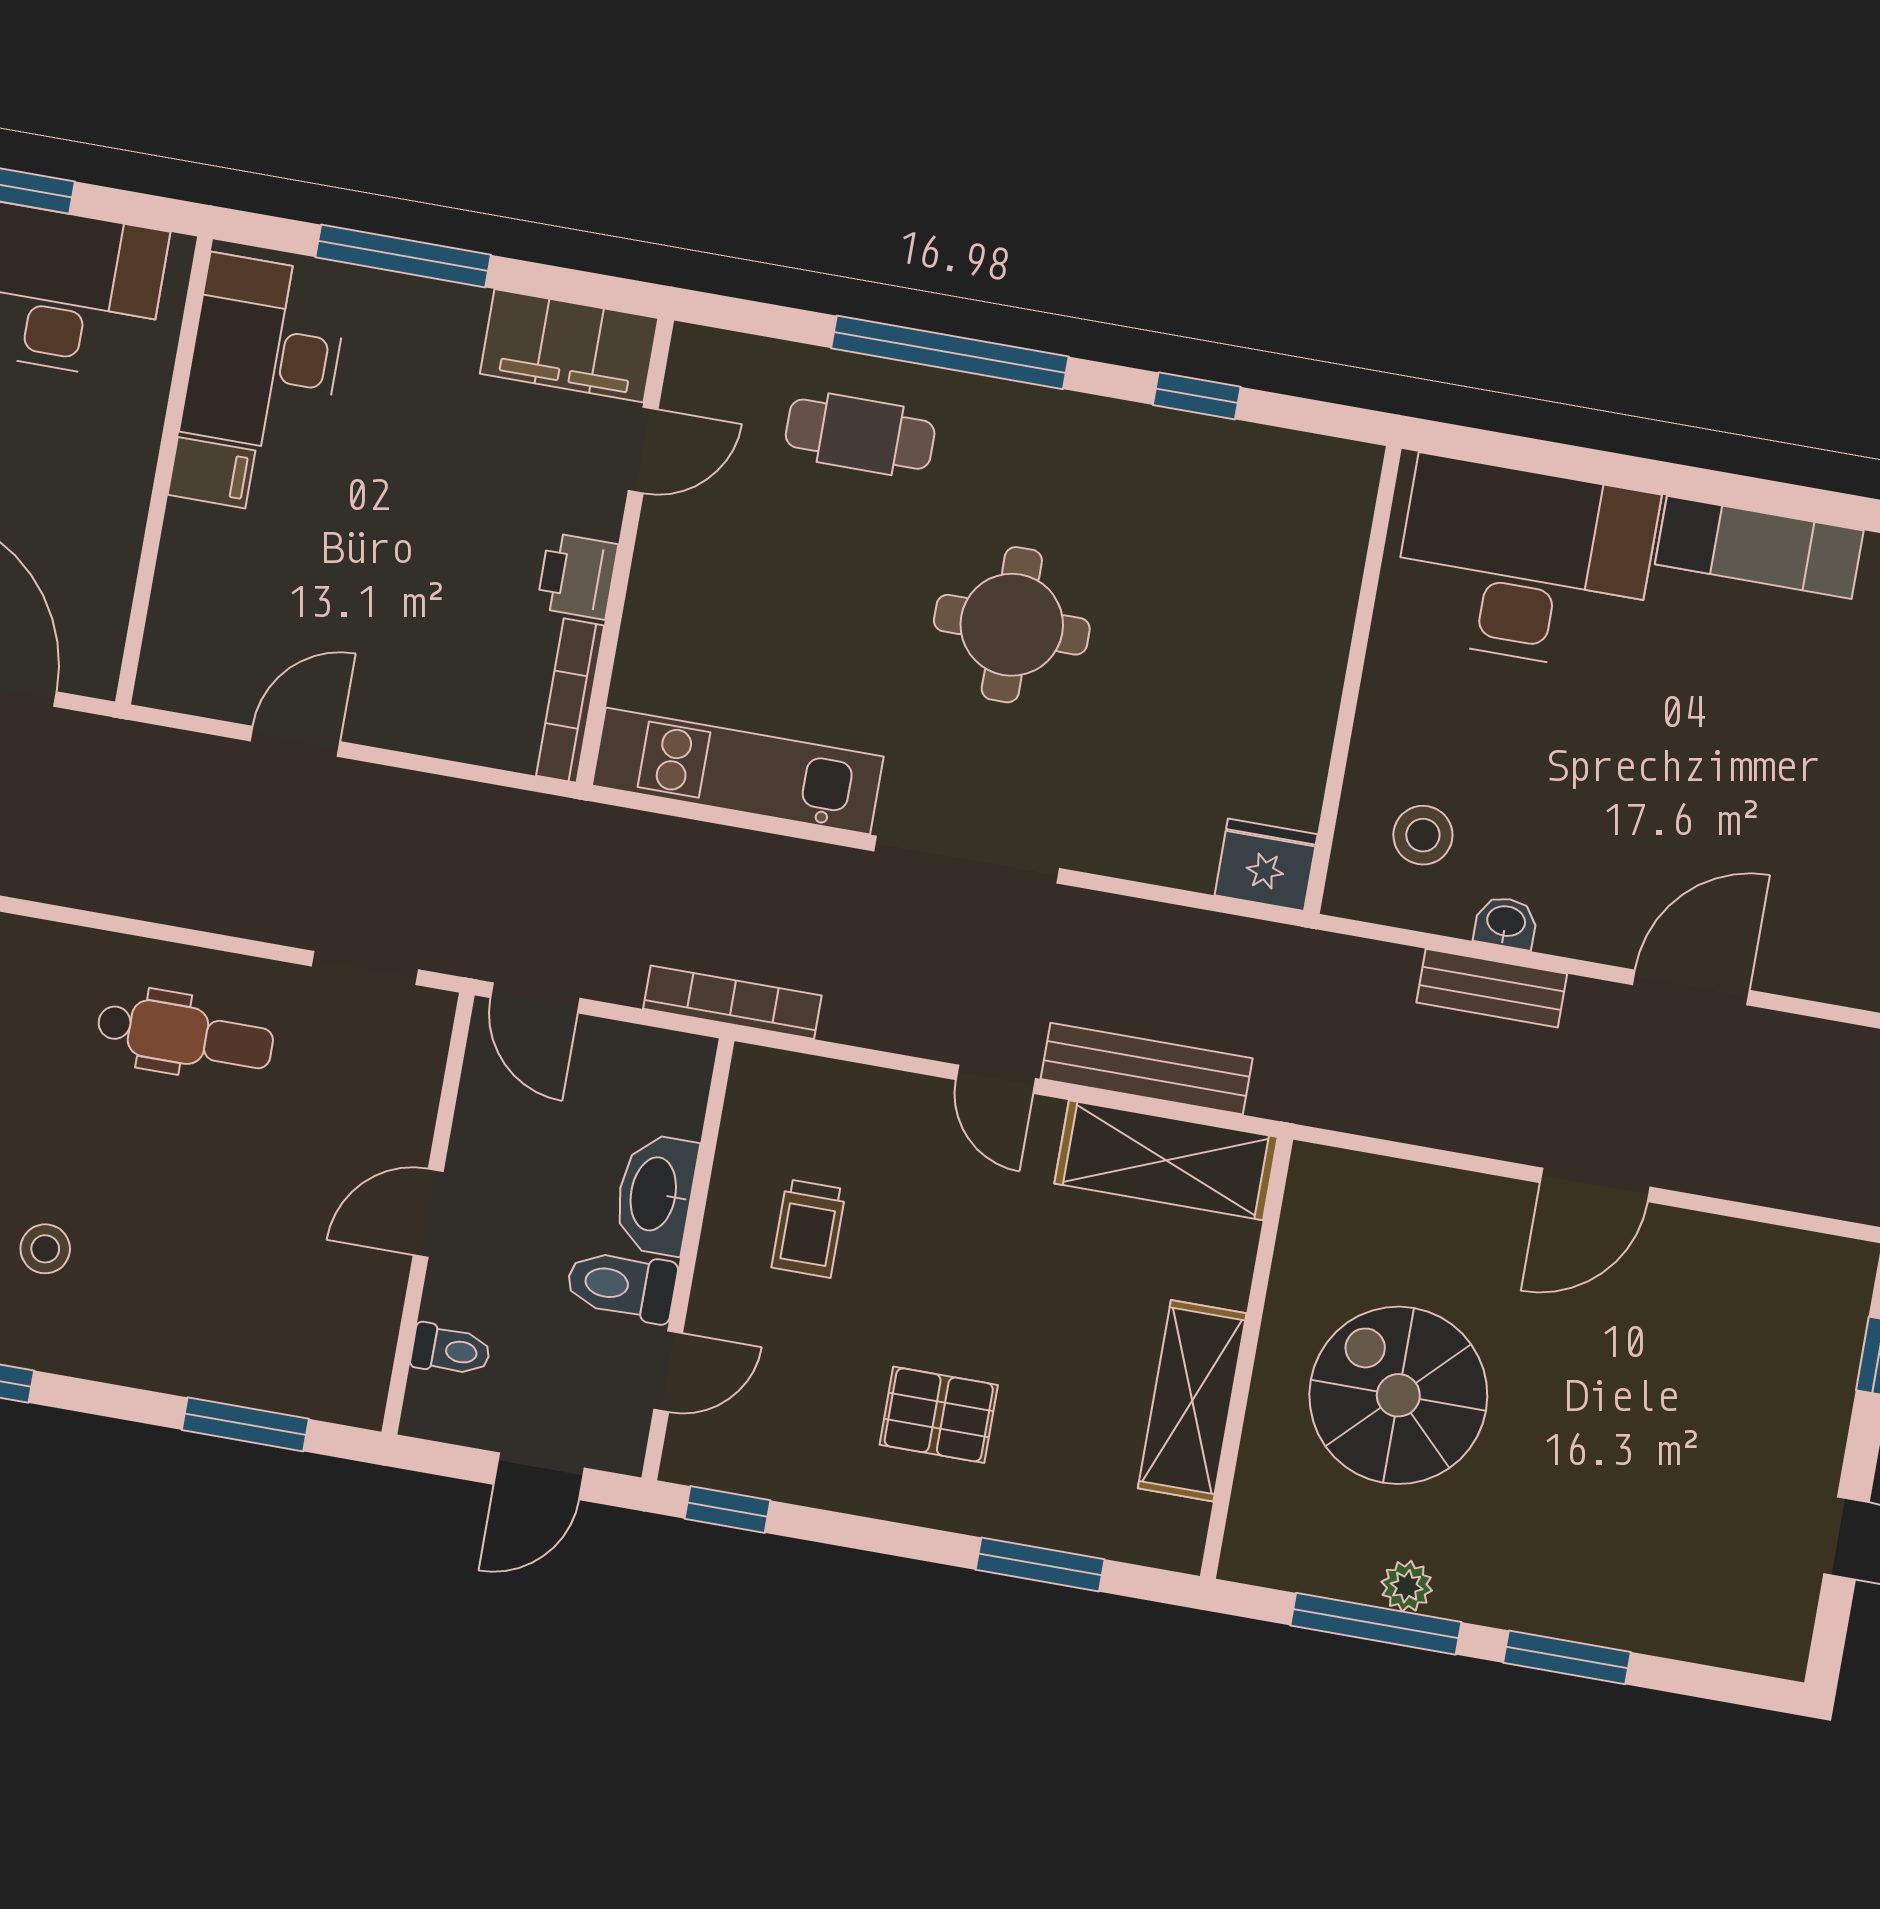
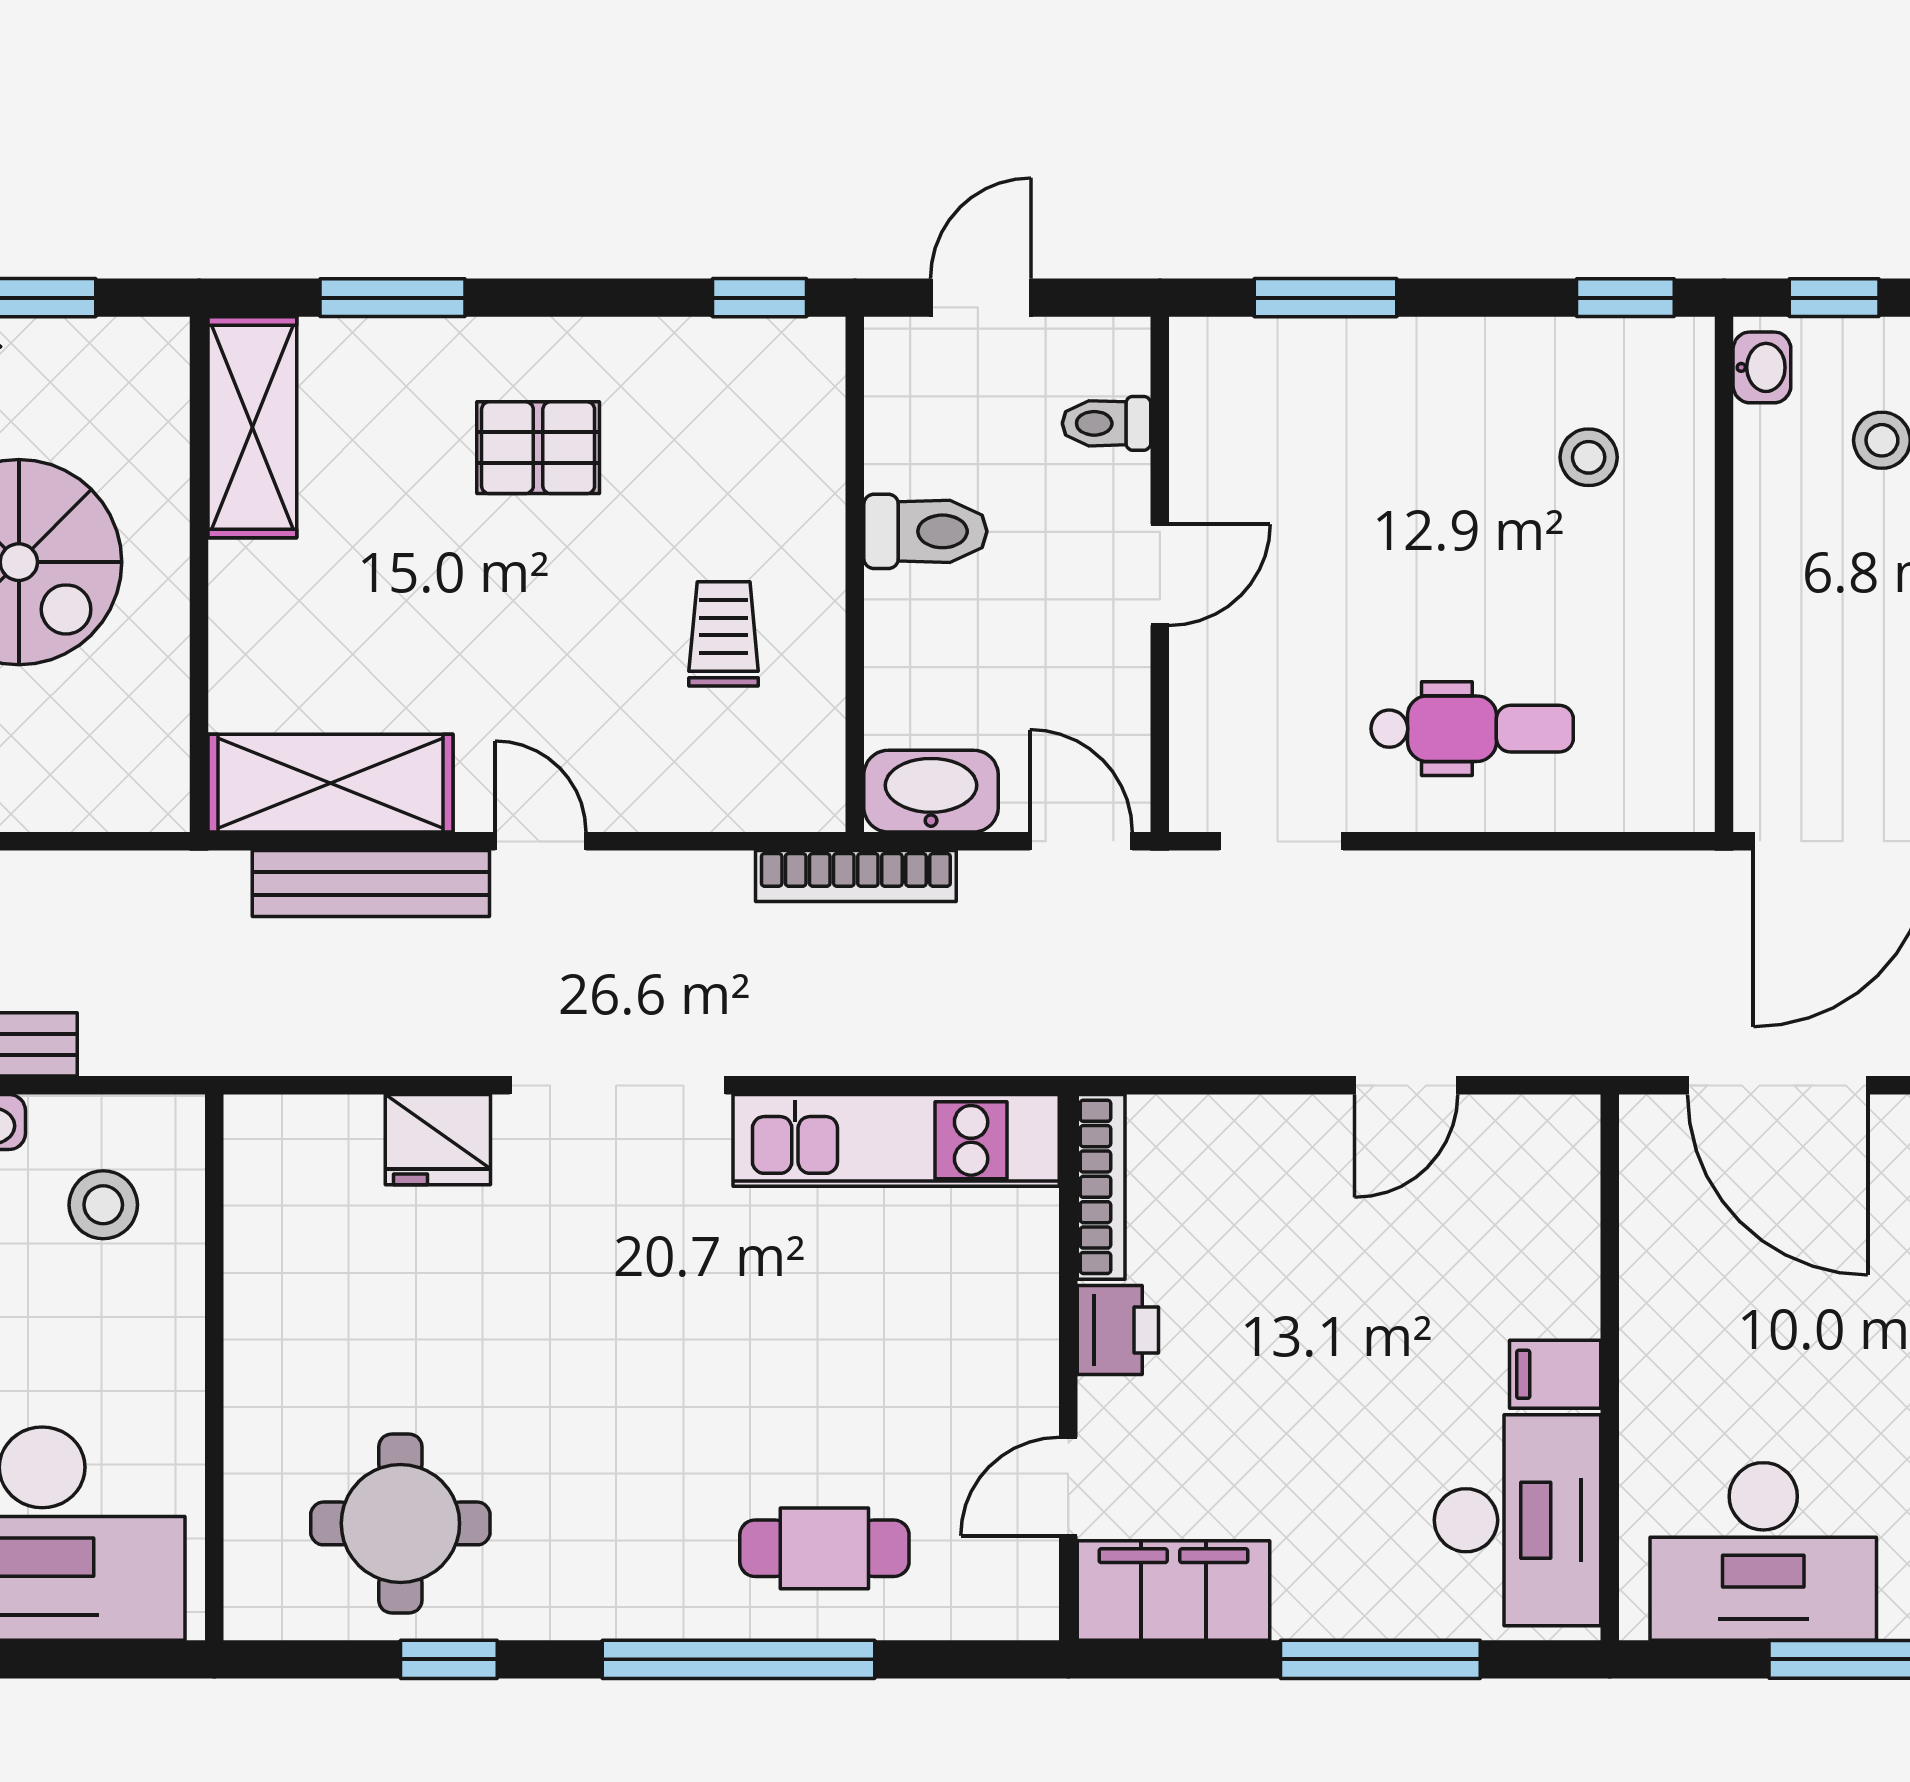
round table: (1012, 625) -> (400, 1523), moved
fridge: (1266, 865) -> (438, 1140), moved
dental chair: (185, 1035) -> (1472, 729), turned 180
washbasin: (655, 1194) -> (931, 791), moved, turned -90
door: (668, 1371) -> (855, 443), removed
shelving: (1192, 1401) -> (252, 427), moved

